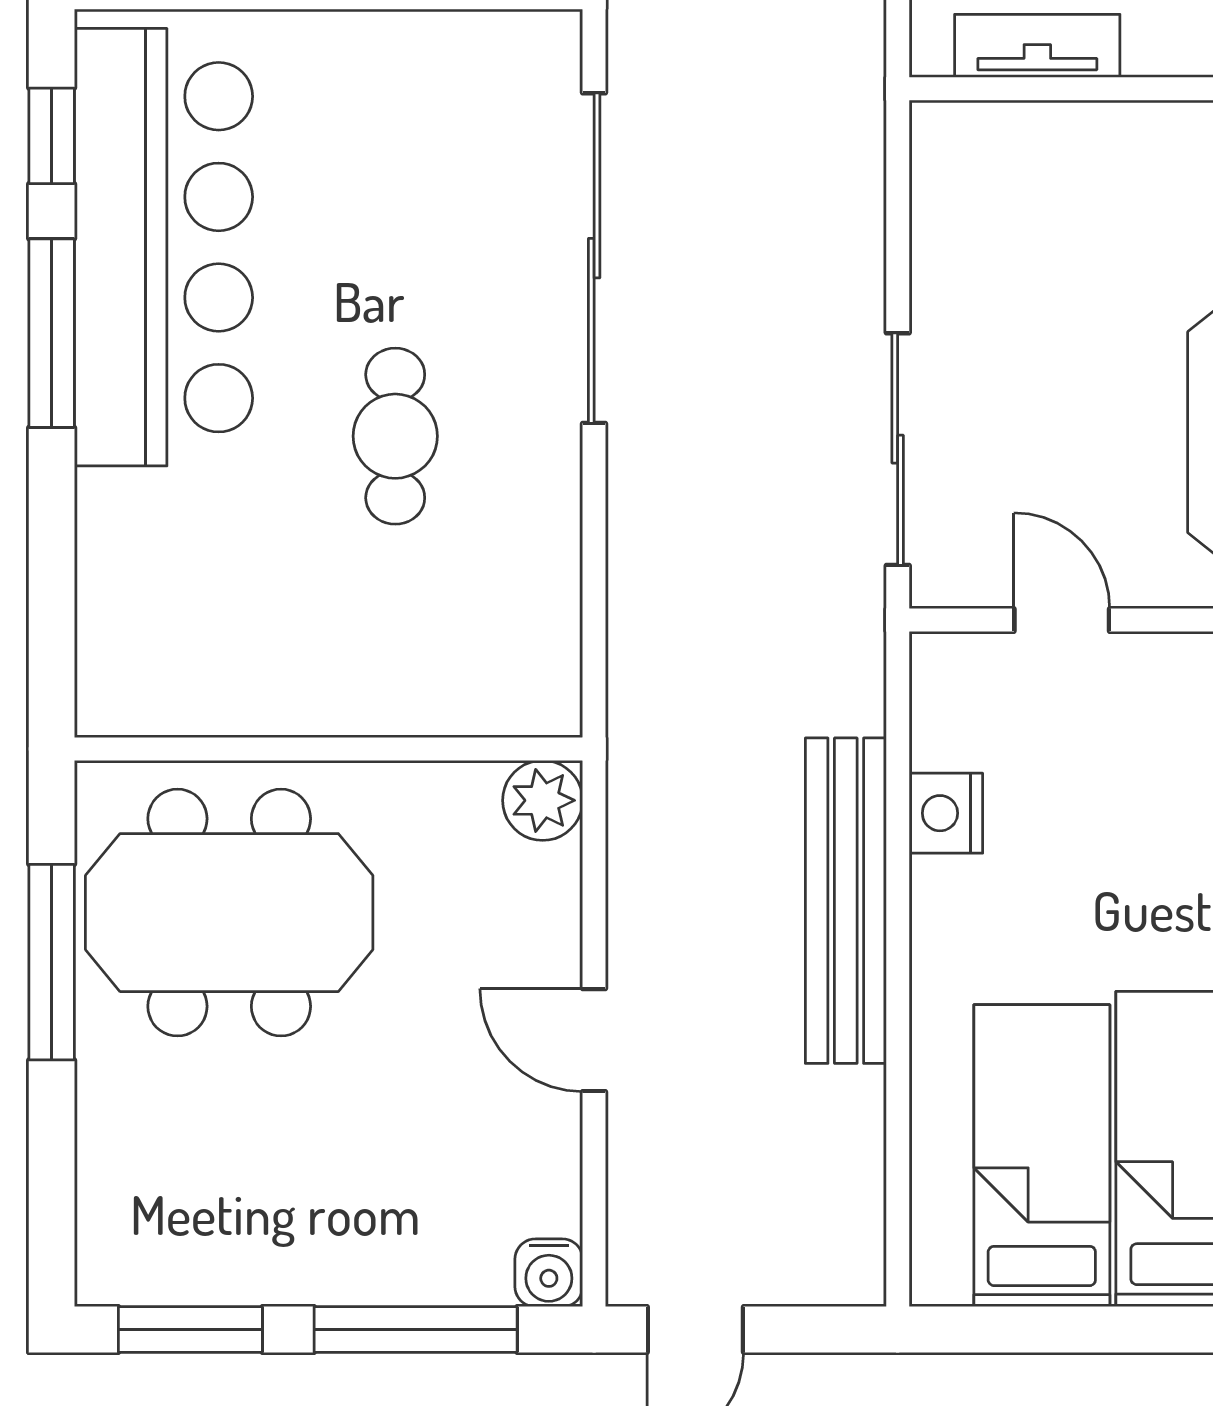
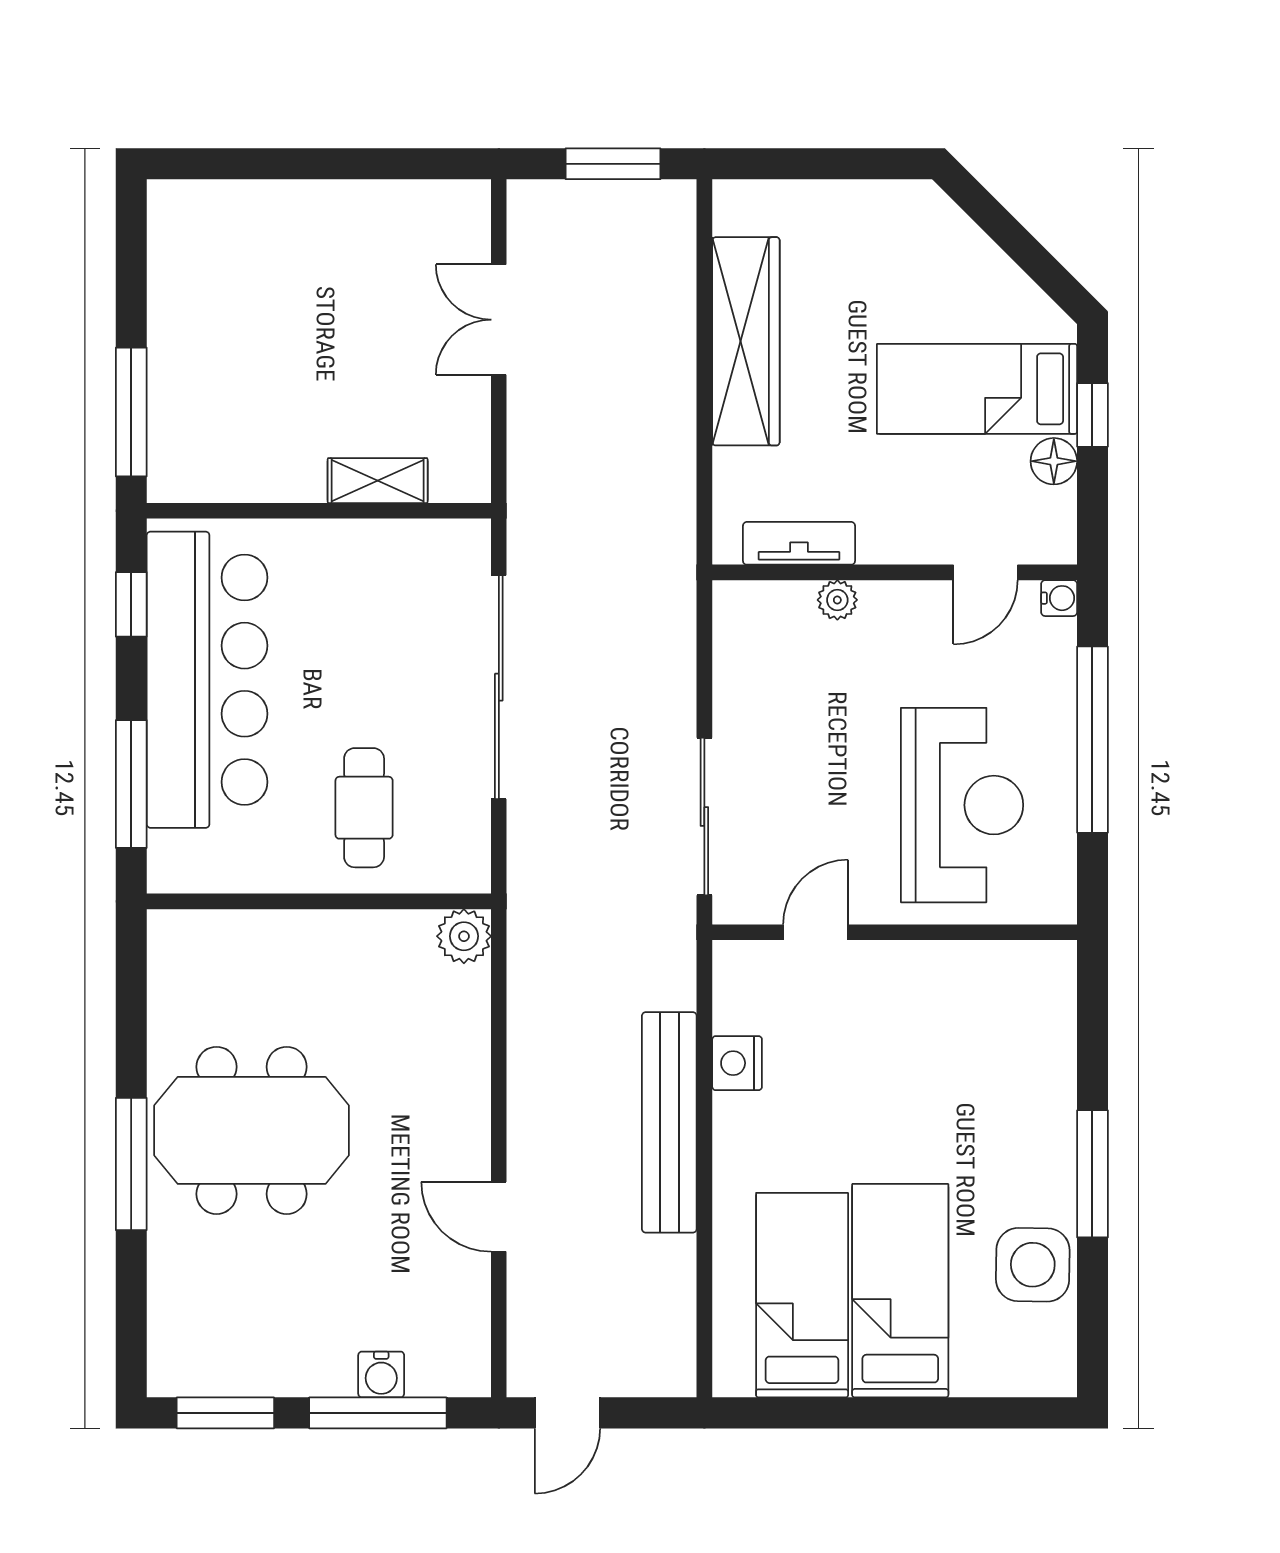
plant: (1094, 129) -> (837, 600), added
window: (52, 333) -> (131, 784), moved
door: (1062, 620) -> (816, 932), hinge flipped
wall: (329, 749) -> (319, 901), moved
plant: (543, 800) -> (464, 936), moved
water cooler: (549, 1273) -> (381, 1374), moved

